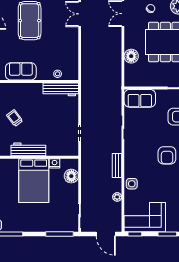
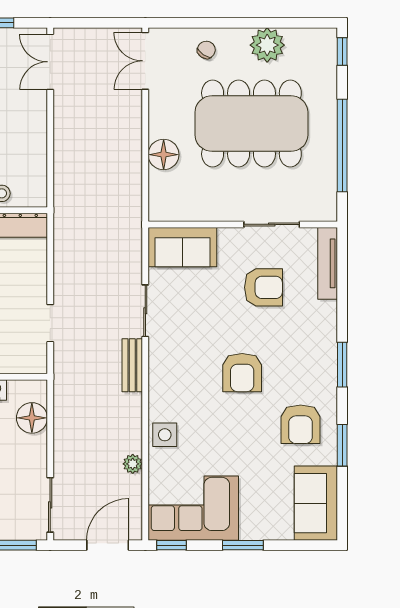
bench: (117, 166) -> (132, 365), moved
door: (106, 234) -> (108, 545), swing flipped

